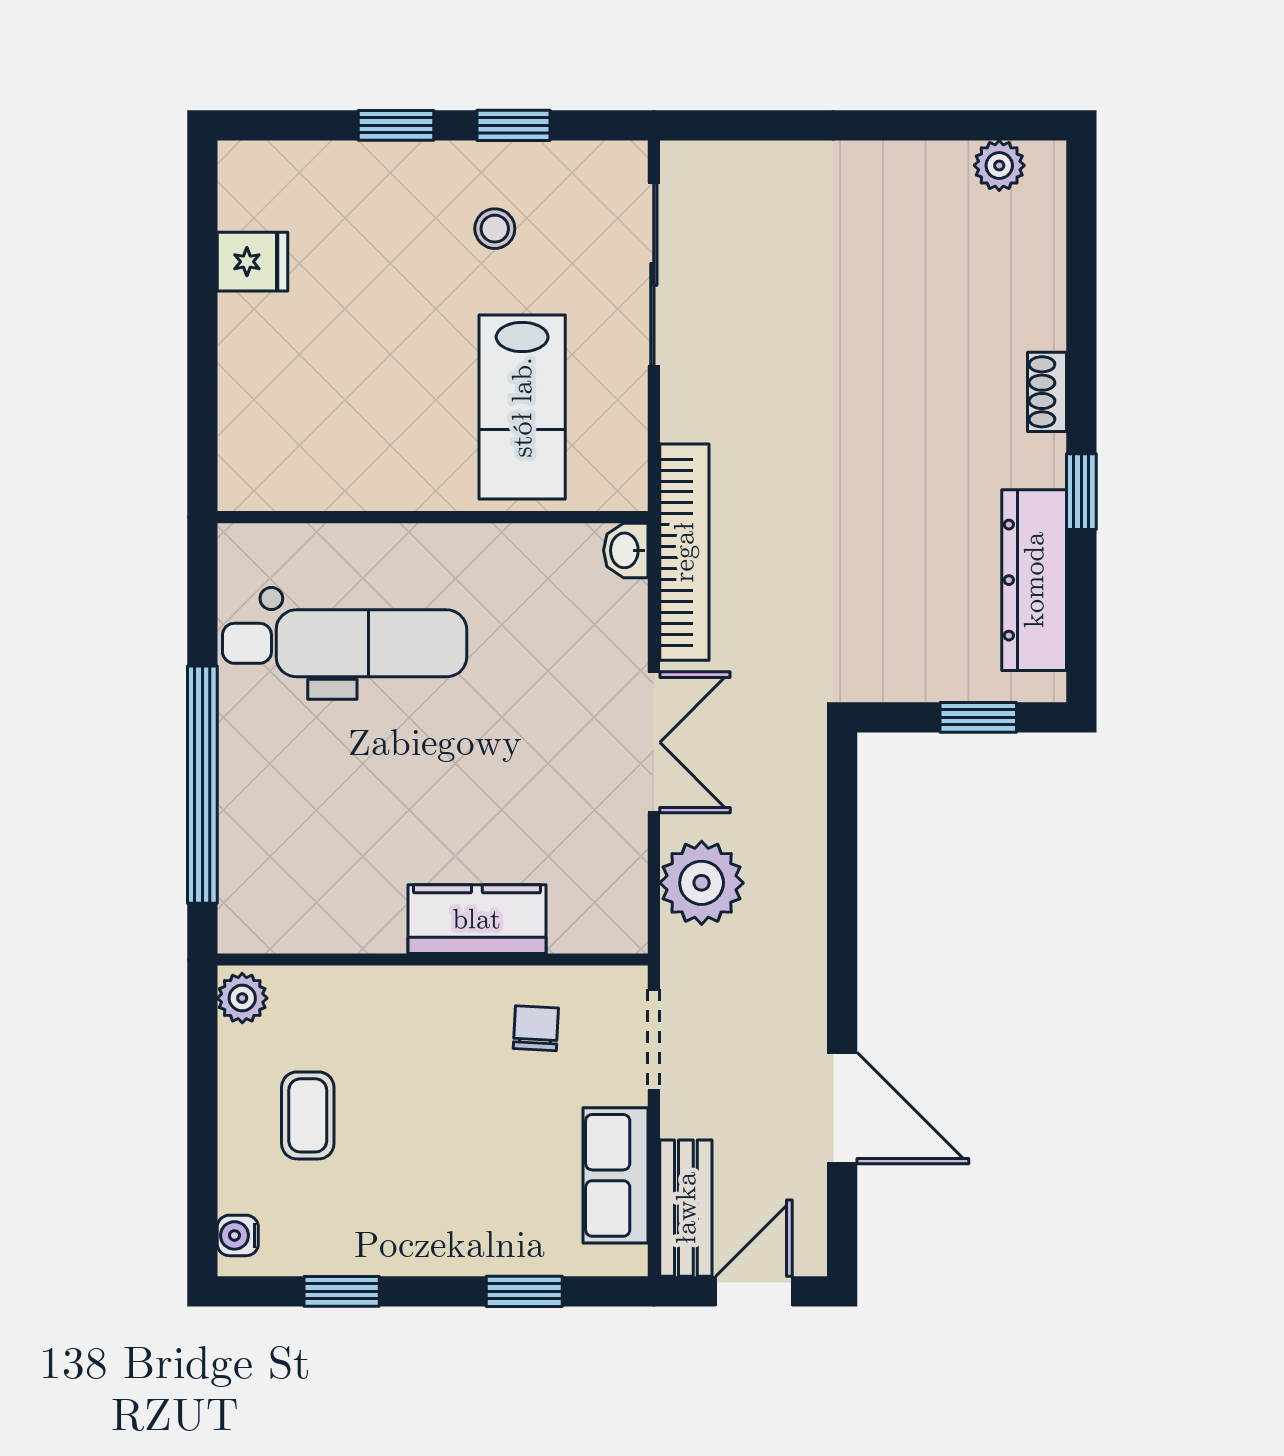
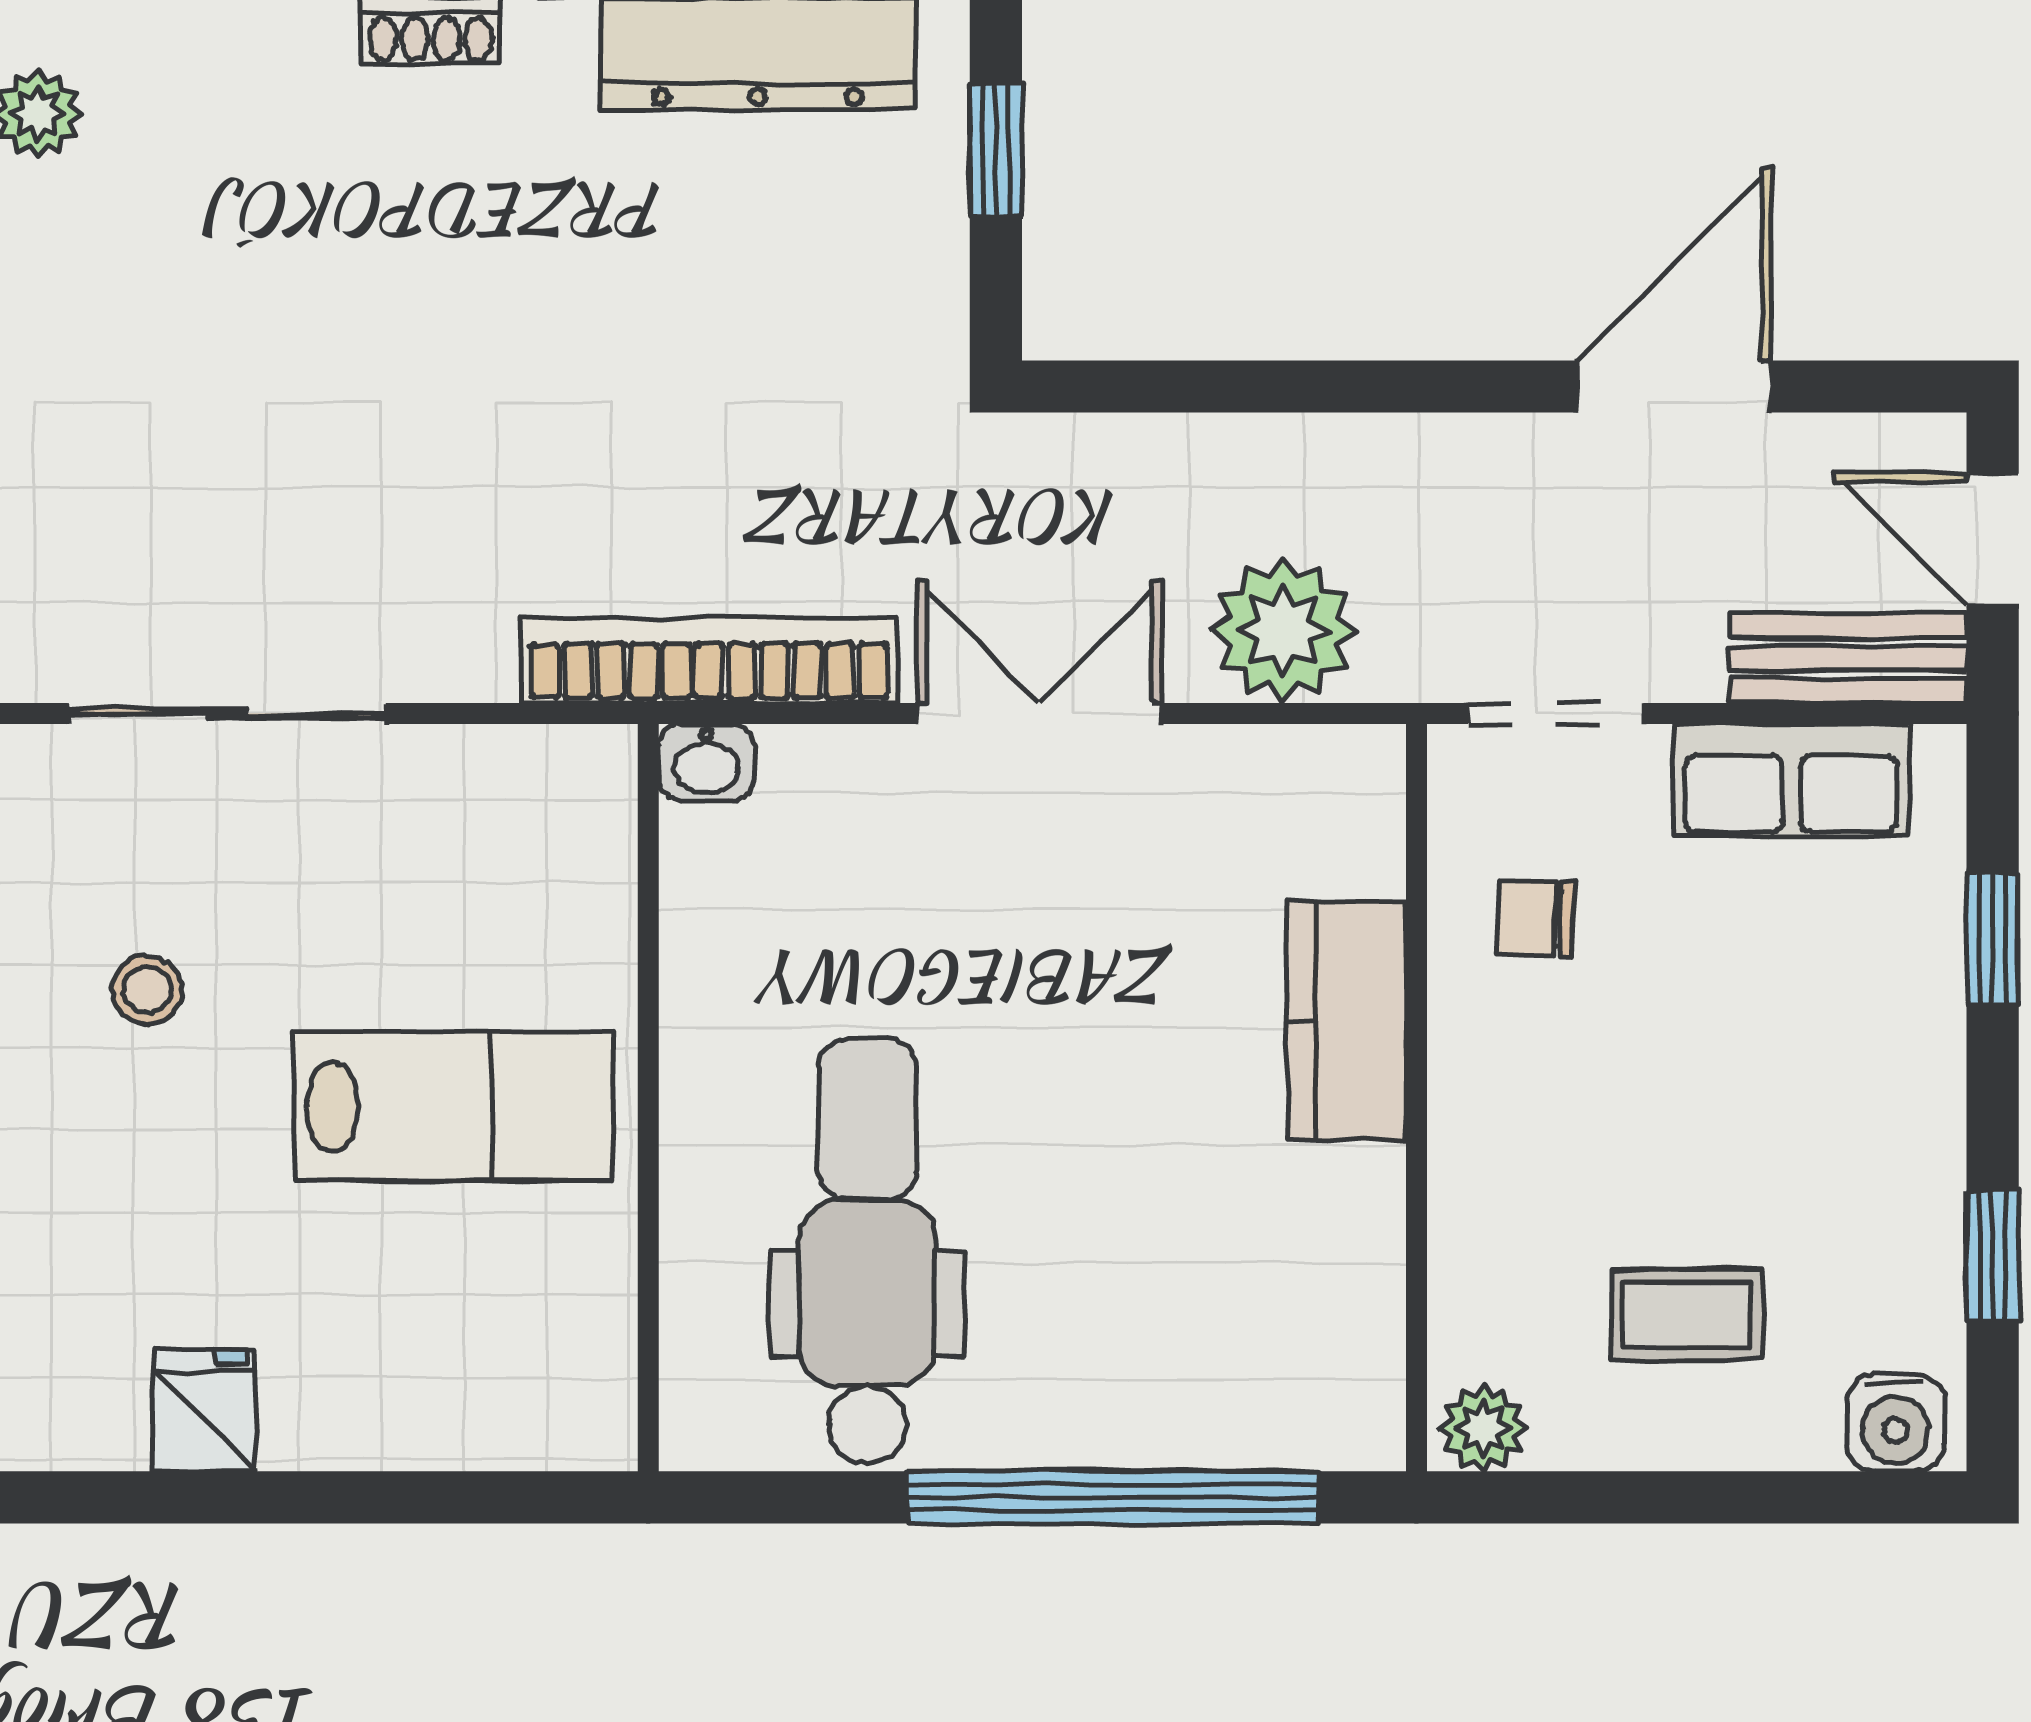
lab bench: (522, 407) -> (454, 1106), moved
water cooler: (238, 1235) -> (1896, 1422), width x1.38, depth x1.38

